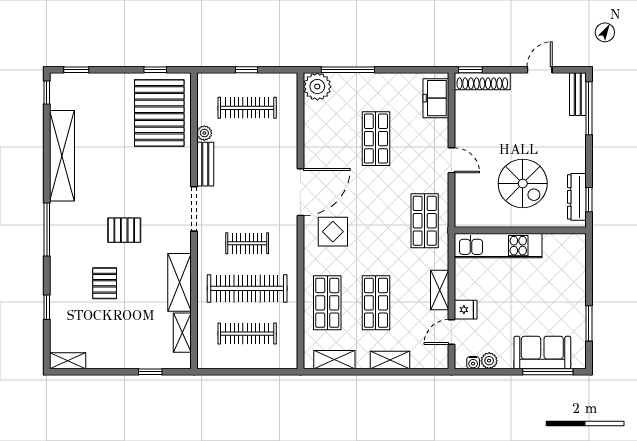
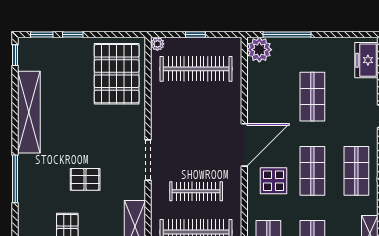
window: (155, 70) -> (73, 34), moved
clothes rail: (247, 108) -> (196, 69), width x1.37, depth x1.31
plant: (204, 133) -> (157, 44), moved
bench: (205, 164) -> (158, 120), removed
shop shelf: (376, 221) -> (312, 171), added
clothes rail: (247, 243) -> (196, 191), width x1.36

